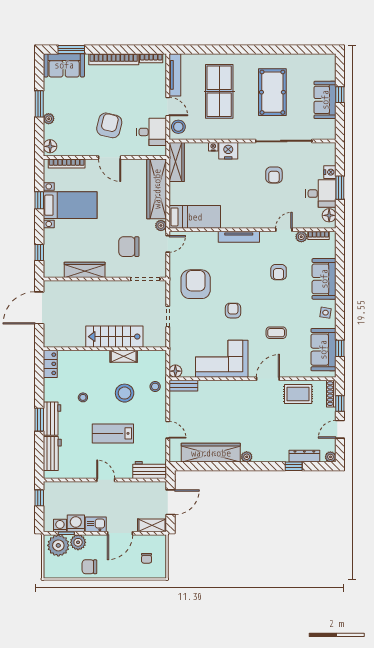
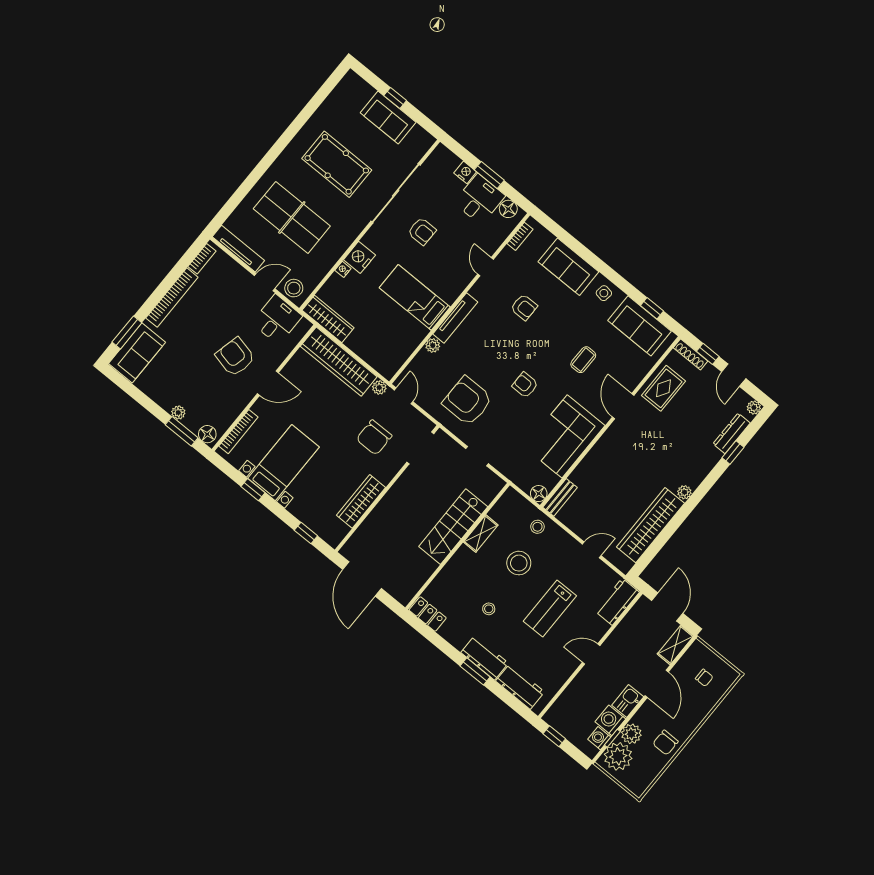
window: (39, 104) -> (182, 431), moved
bed: (195, 217) -> (415, 297), moved, turned -90
plant: (301, 237) -> (433, 345), moved

